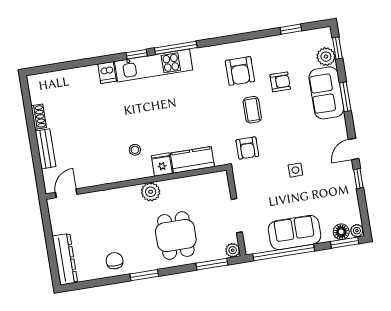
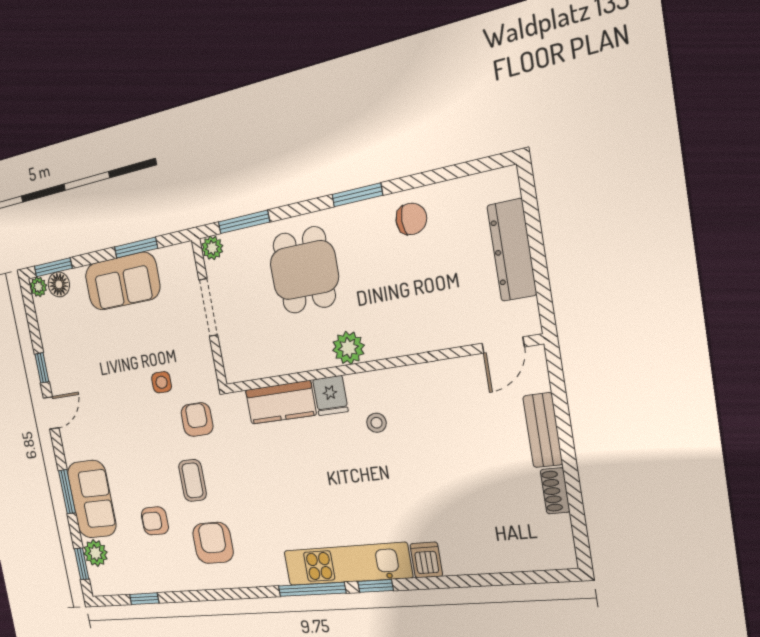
side table: (295, 170) -> (162, 382), moved
window: (284, 252) -> (136, 248), width x0.47
dresser: (65, 259) -> (512, 250), moved
chair: (115, 261) -> (411, 219), turned -90

